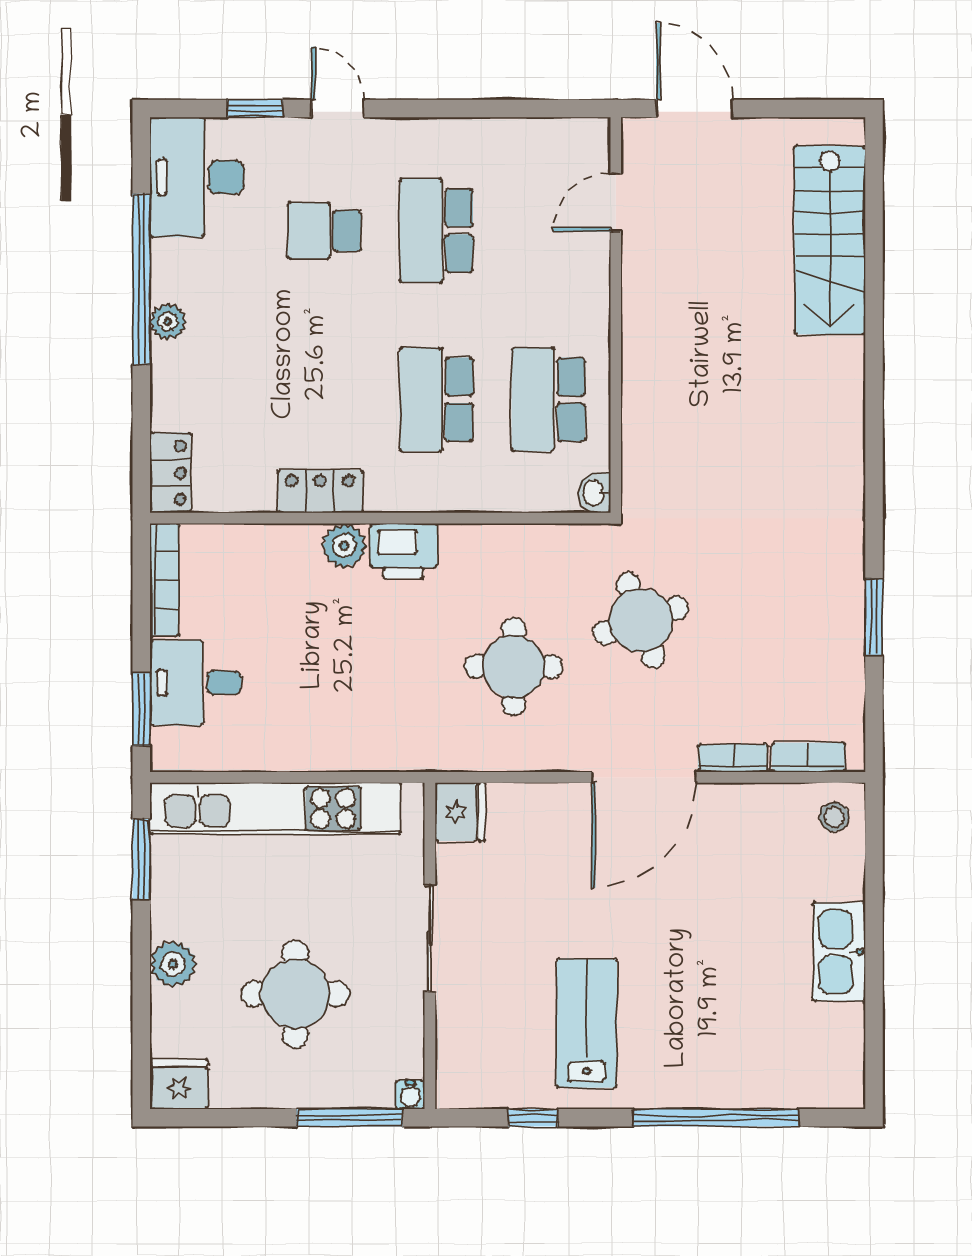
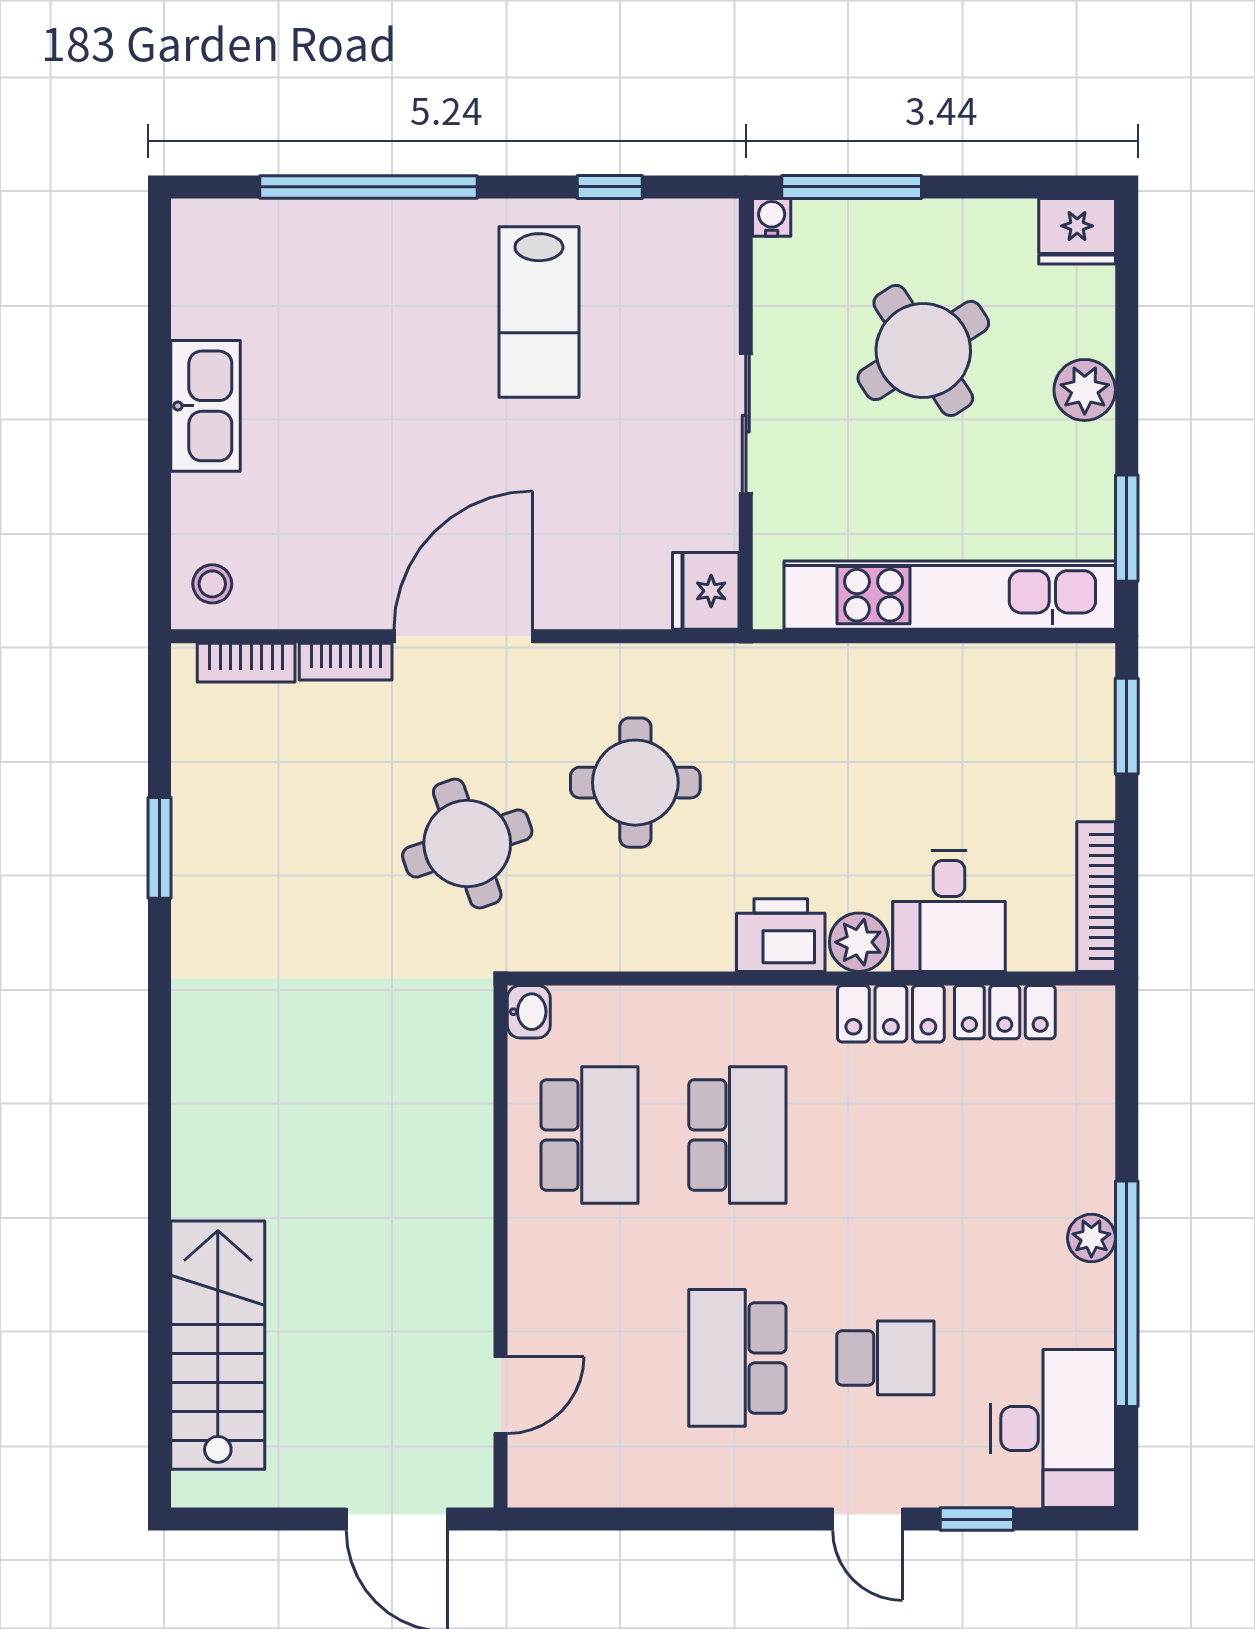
school desk: (436, 231) -> (737, 1358), turned 180
locker: (170, 473) -> (1005, 1012), moved, turned -90
desk: (196, 683) -> (949, 911), moved, turned 90
round table: (295, 994) -> (923, 350), turned -33

